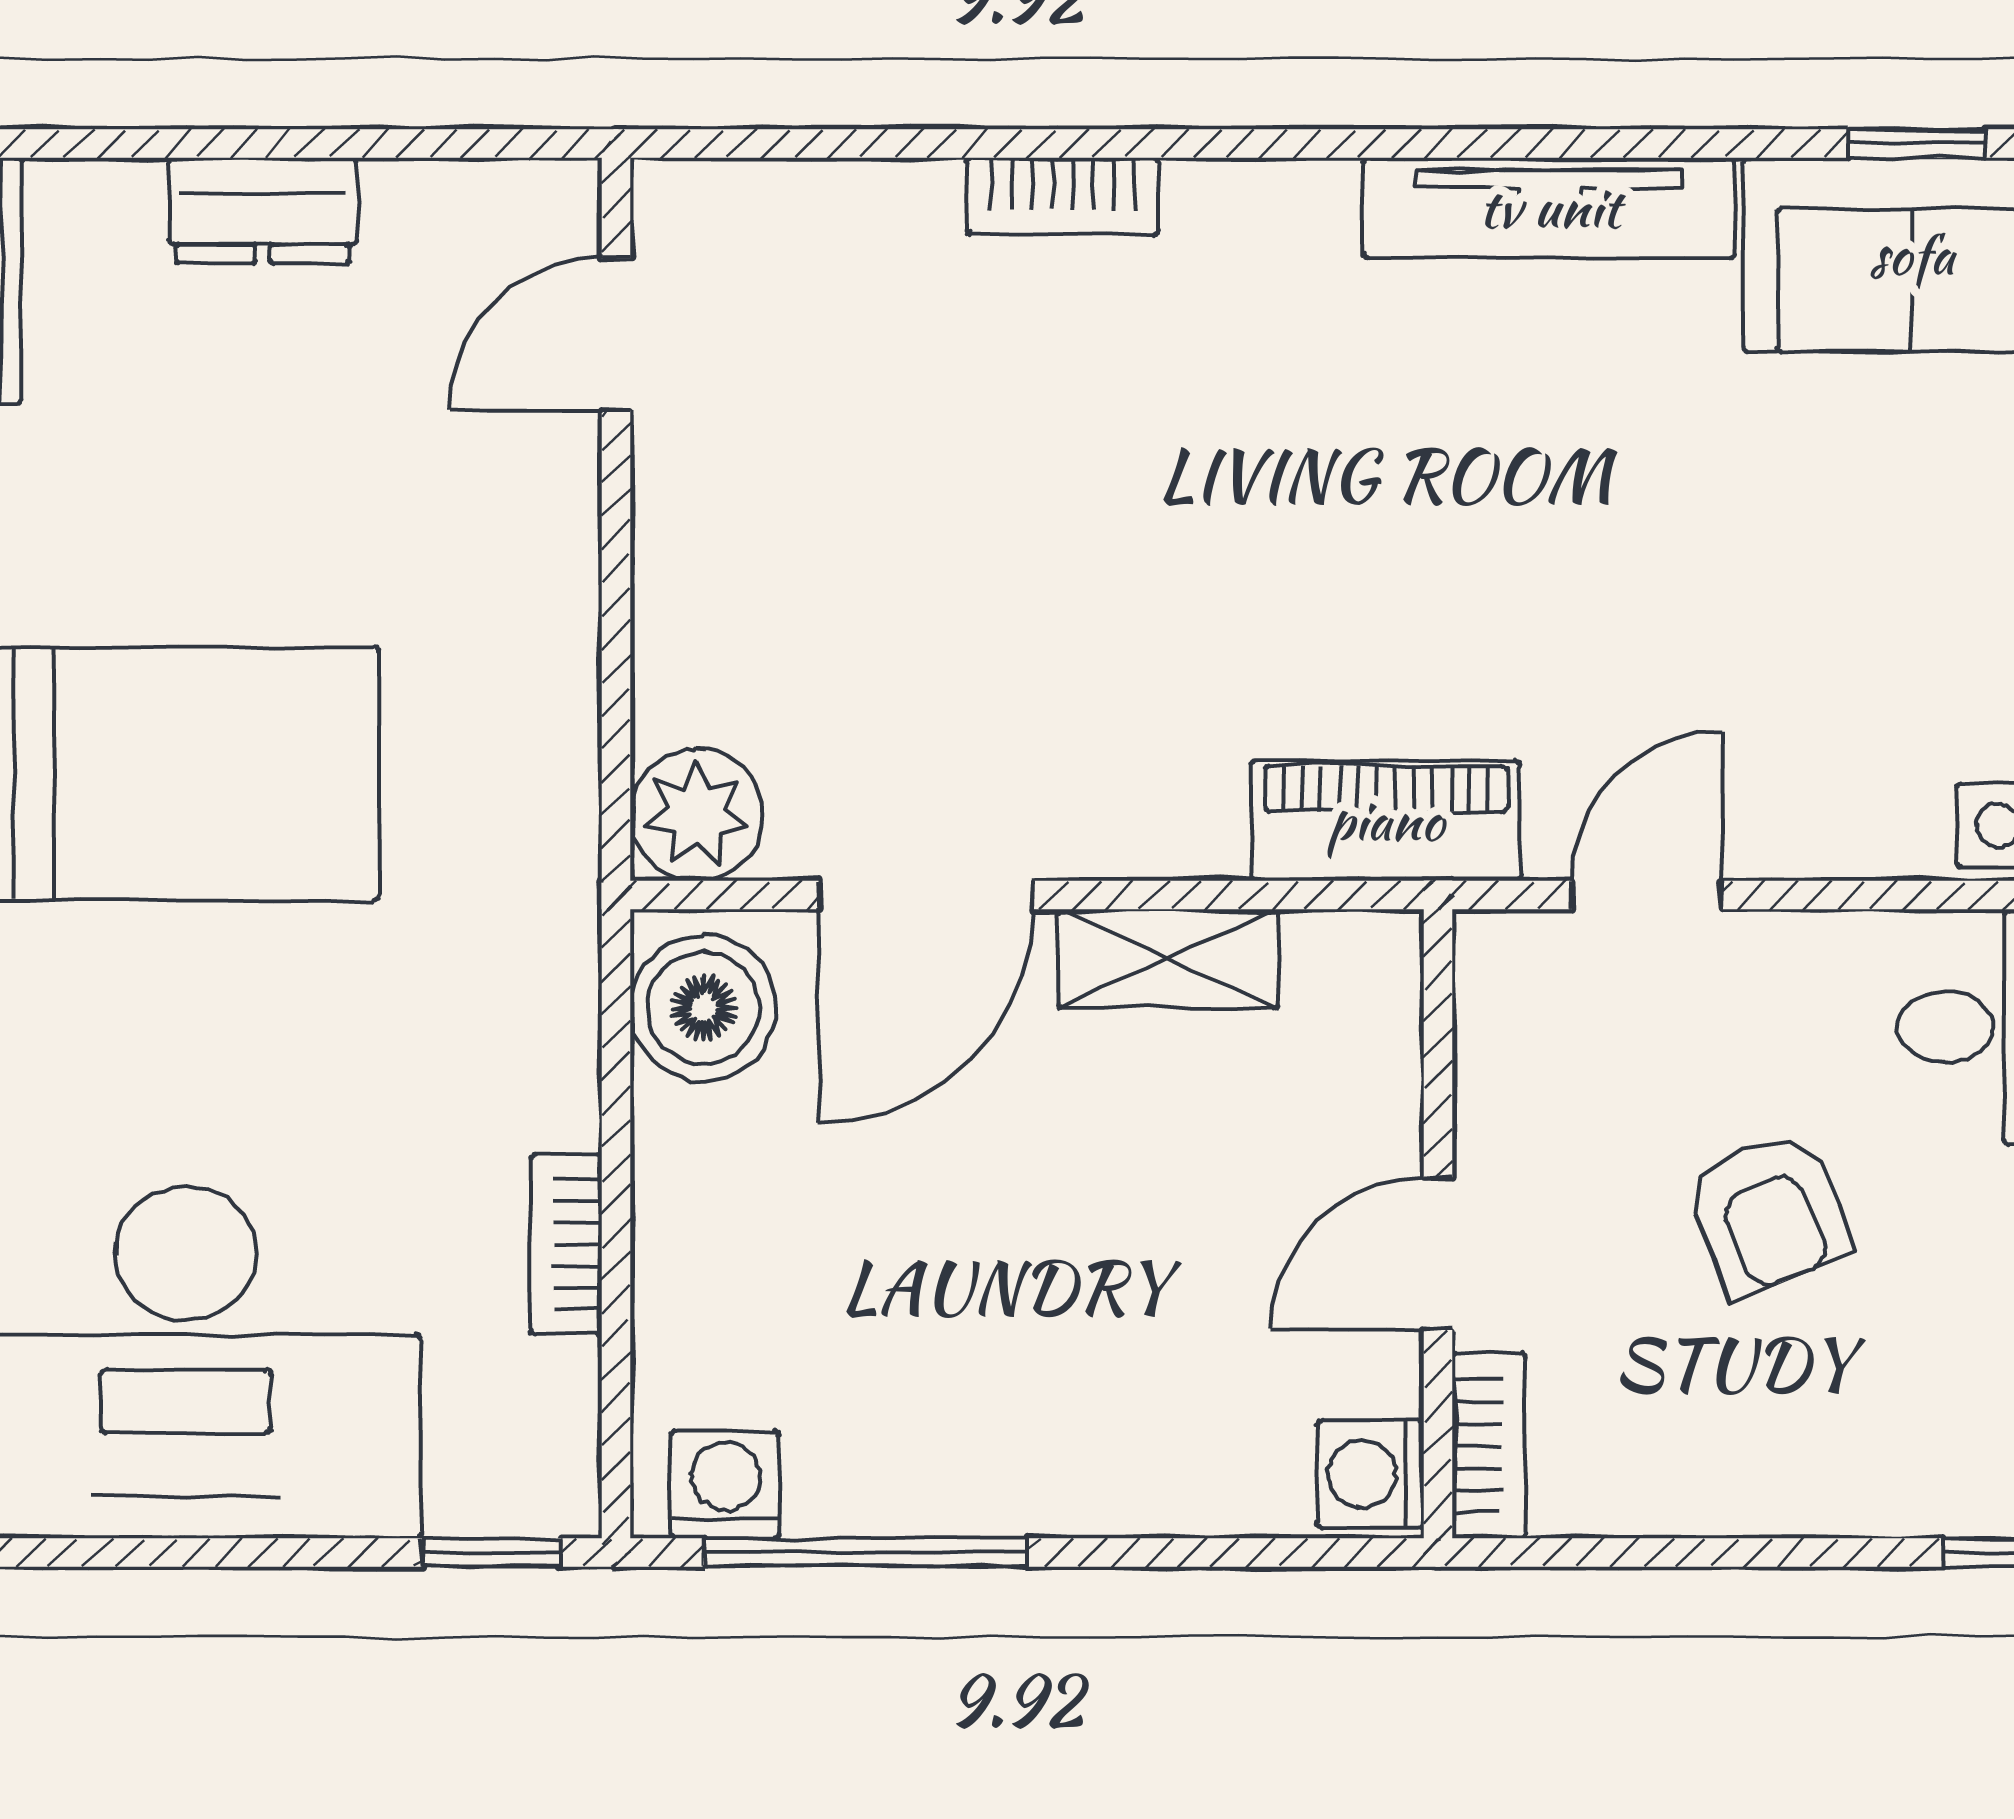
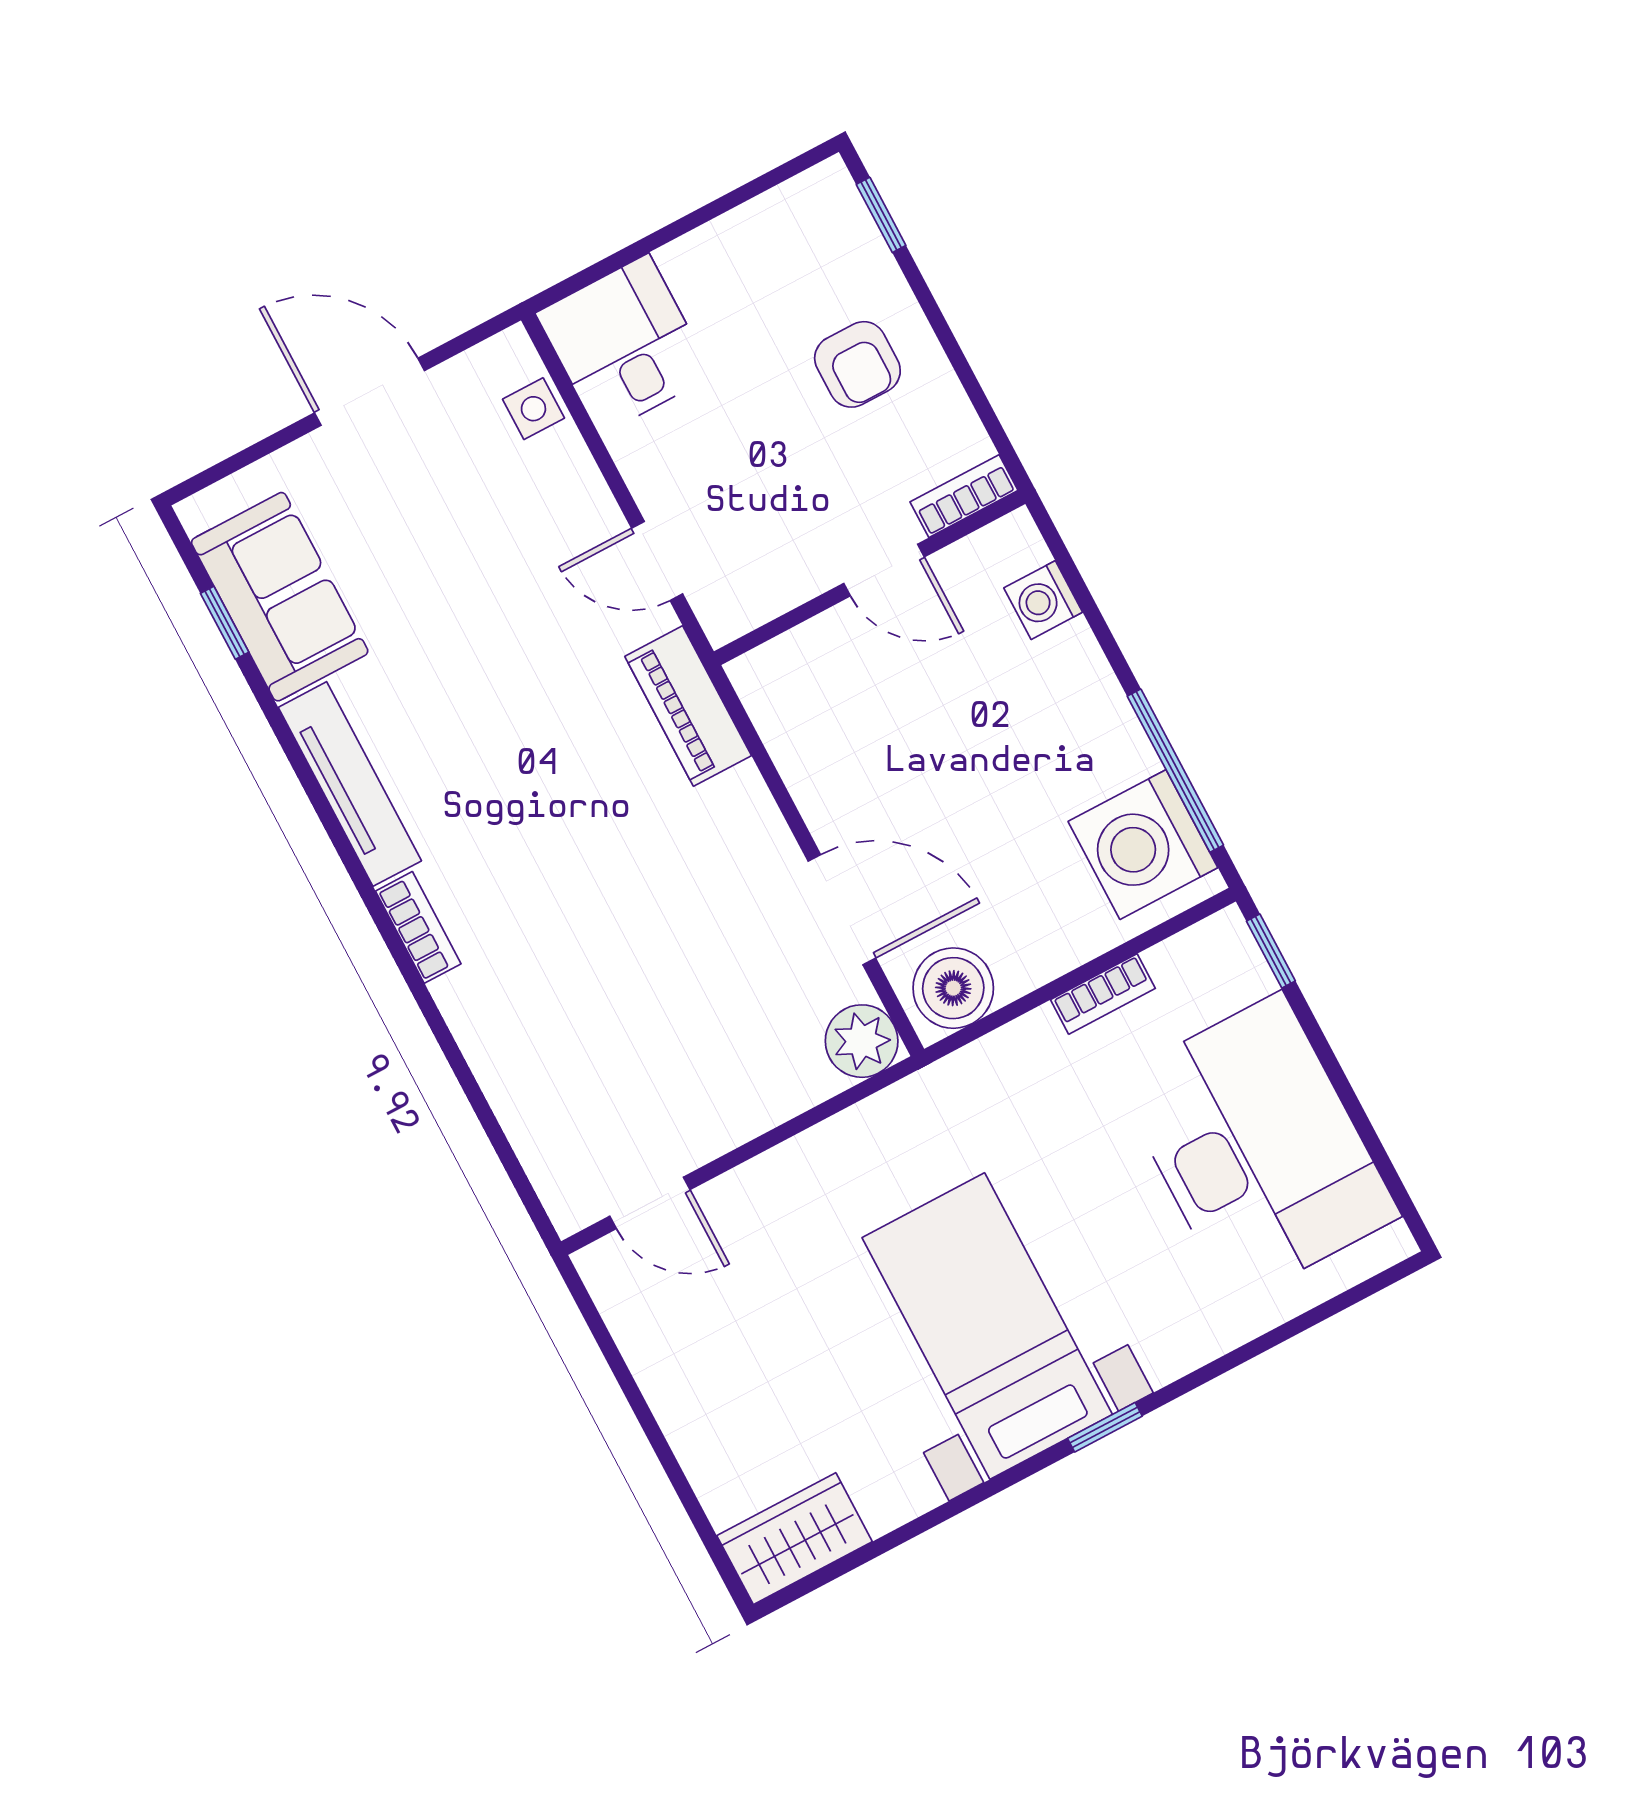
bookcase: (1063, 196) -> (418, 927), moved
dresser: (263, 210) -> (680, 1406), removed
shelving: (1168, 959) -> (810, 776), removed
armchair: (1768, 1213) -> (857, 364), moved, turned 112
washing machine: (1370, 1474) -> (1043, 600), moved, turned 90
washing machine: (725, 1485) -> (1143, 845), width x1.89, depth x1.89

